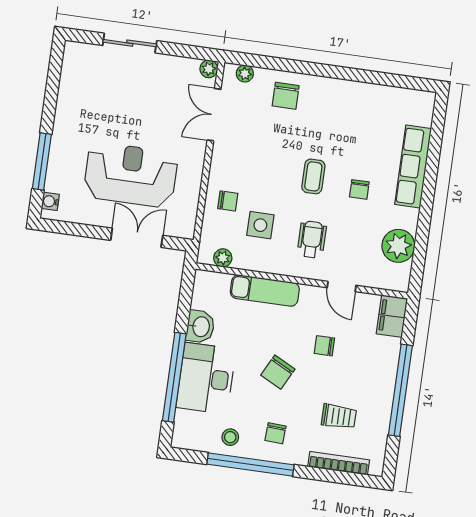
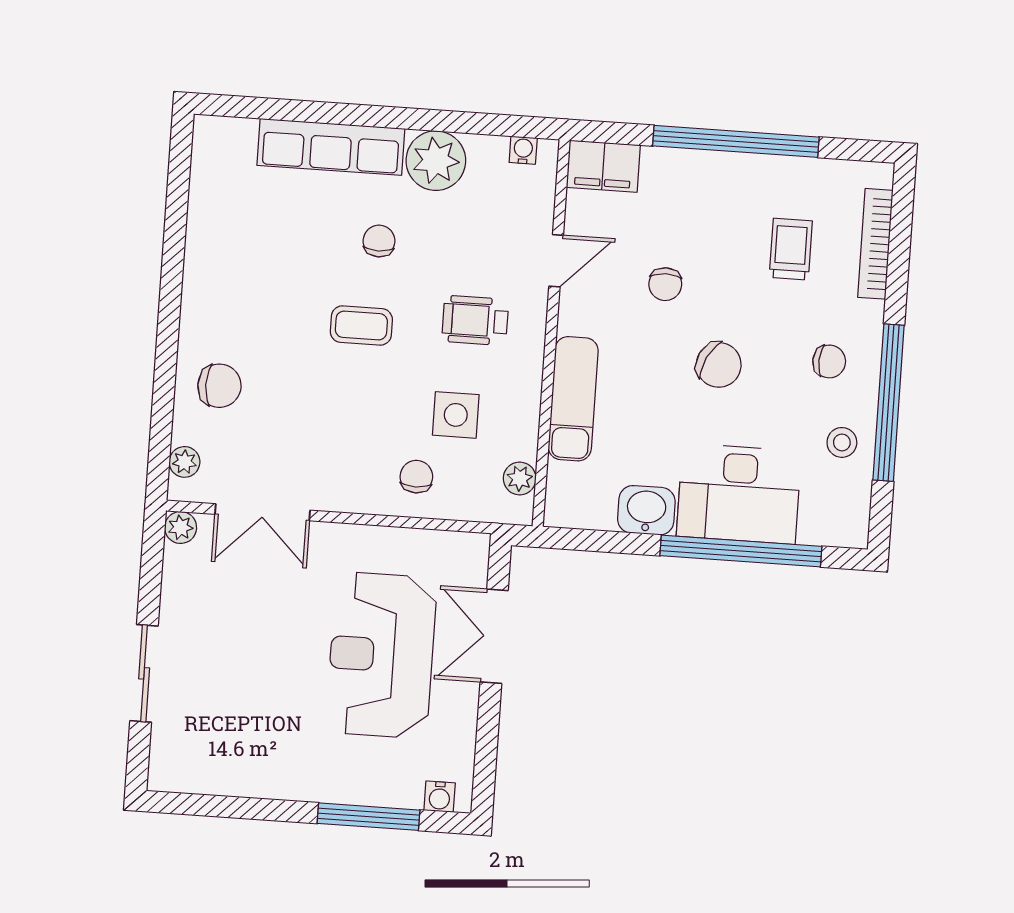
chair: (359, 189) -> (379, 241), turned -90
plant: (398, 246) -> (436, 161), moved
water cooler: (404, 273) -> (523, 150), added

